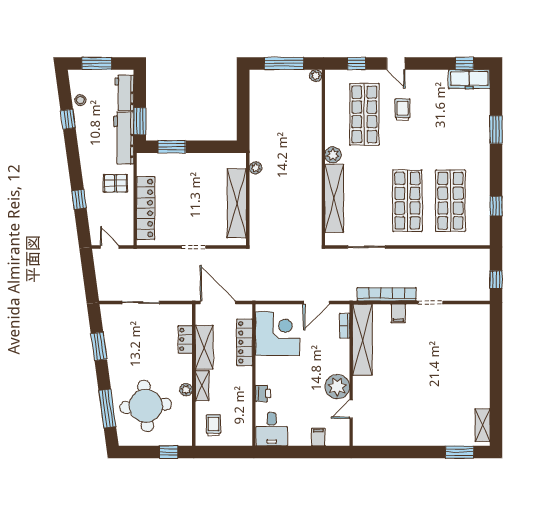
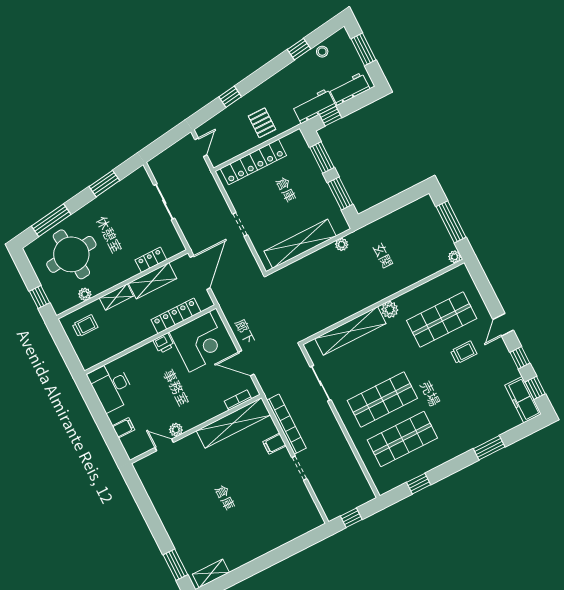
window: (357, 63) -> (520, 358), moved
window: (140, 121) -> (331, 116), width x0.67
workbench: (124, 138) -> (314, 106), width x0.73
window: (211, 147) -> (340, 193), added
plant: (337, 387) -> (176, 430), width x0.53, depth x0.53
plant: (186, 390) -> (85, 294), moved
printer: (263, 393) -> (164, 343), moved
desk: (272, 429) -> (111, 386), width x1.37

